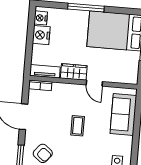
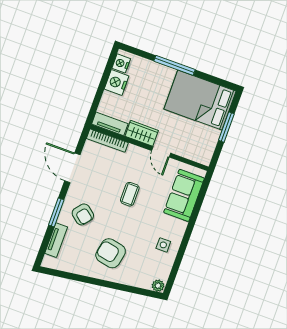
bookcase: (40, 85) -> (107, 141), width x1.56

